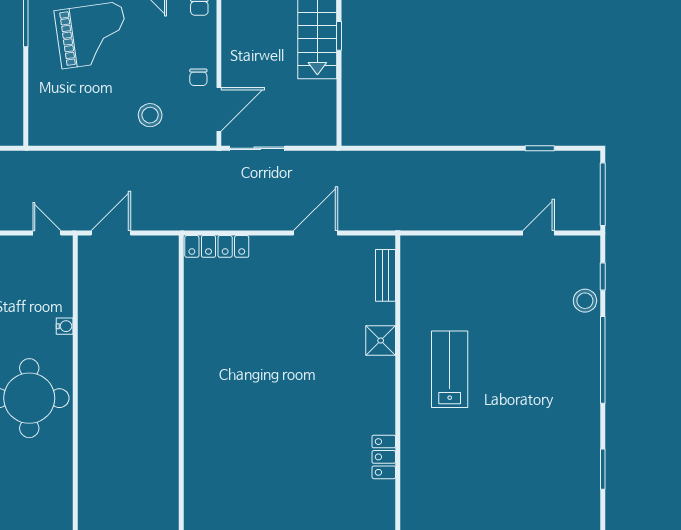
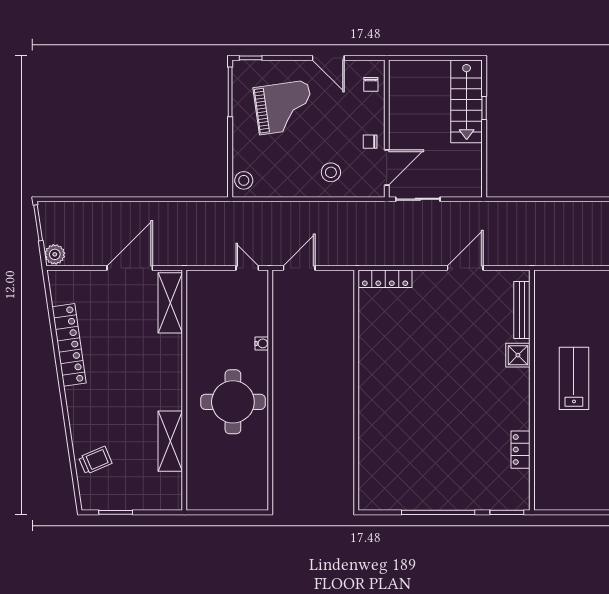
chair: (198, 77) -> (370, 142), turned 90
stool: (43, 125) -> (244, 180), added
bench: (386, 275) -> (522, 310), width x1.36

